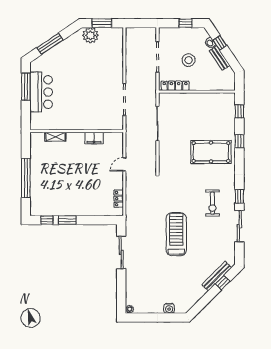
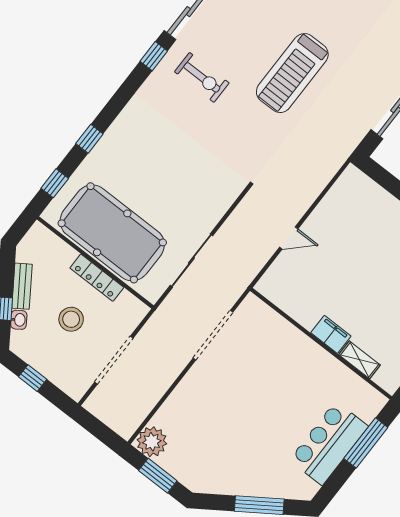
plant: (90, 35) -> (152, 442), moved
locker: (175, 86) -> (97, 278), moved
window: (26, 87) -> (366, 443), moved
filing cabinet: (94, 138) -> (331, 334), moved
pool table: (211, 152) -> (112, 233), moved, width x1.36, depth x1.32
locker: (119, 199) -> (337, 193), removed
exercise bike: (212, 203) -> (202, 77), turned 90

